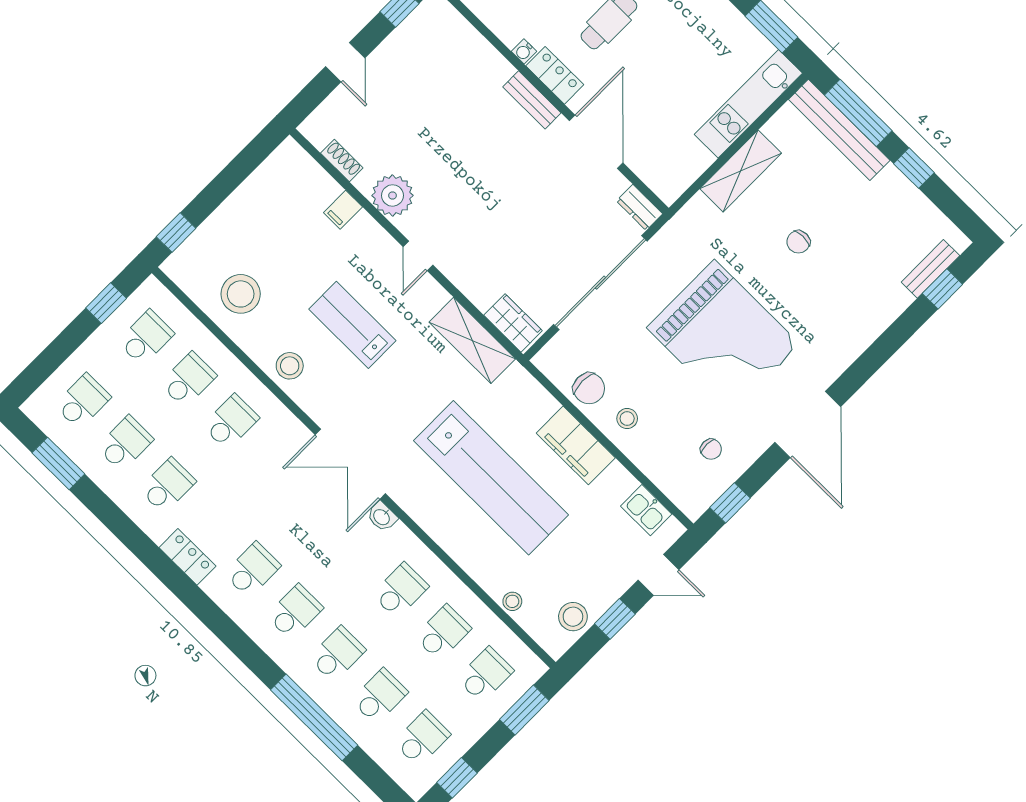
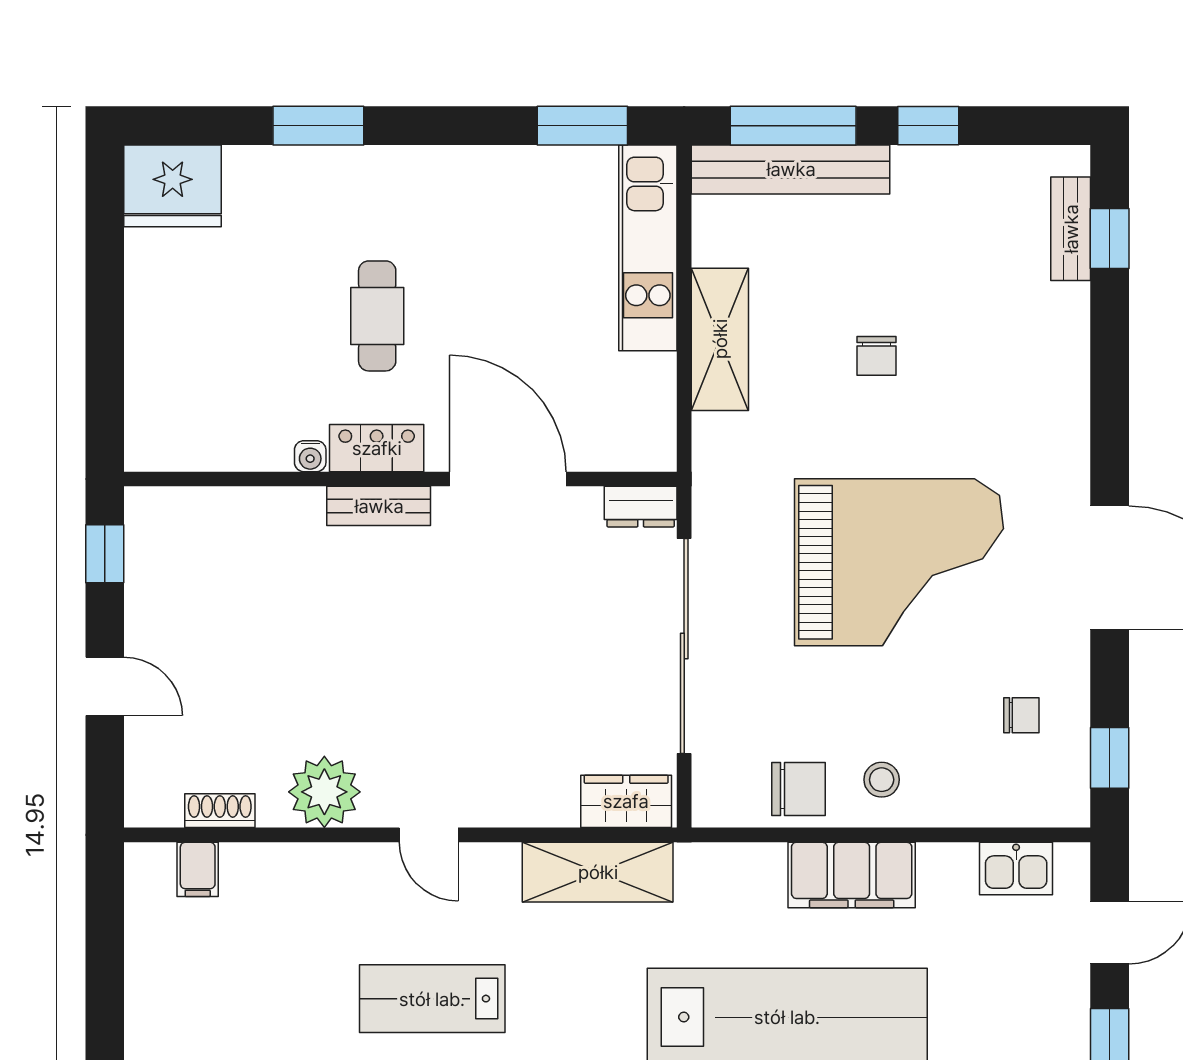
filing cabinet: (343, 210) -> (198, 869), moved

